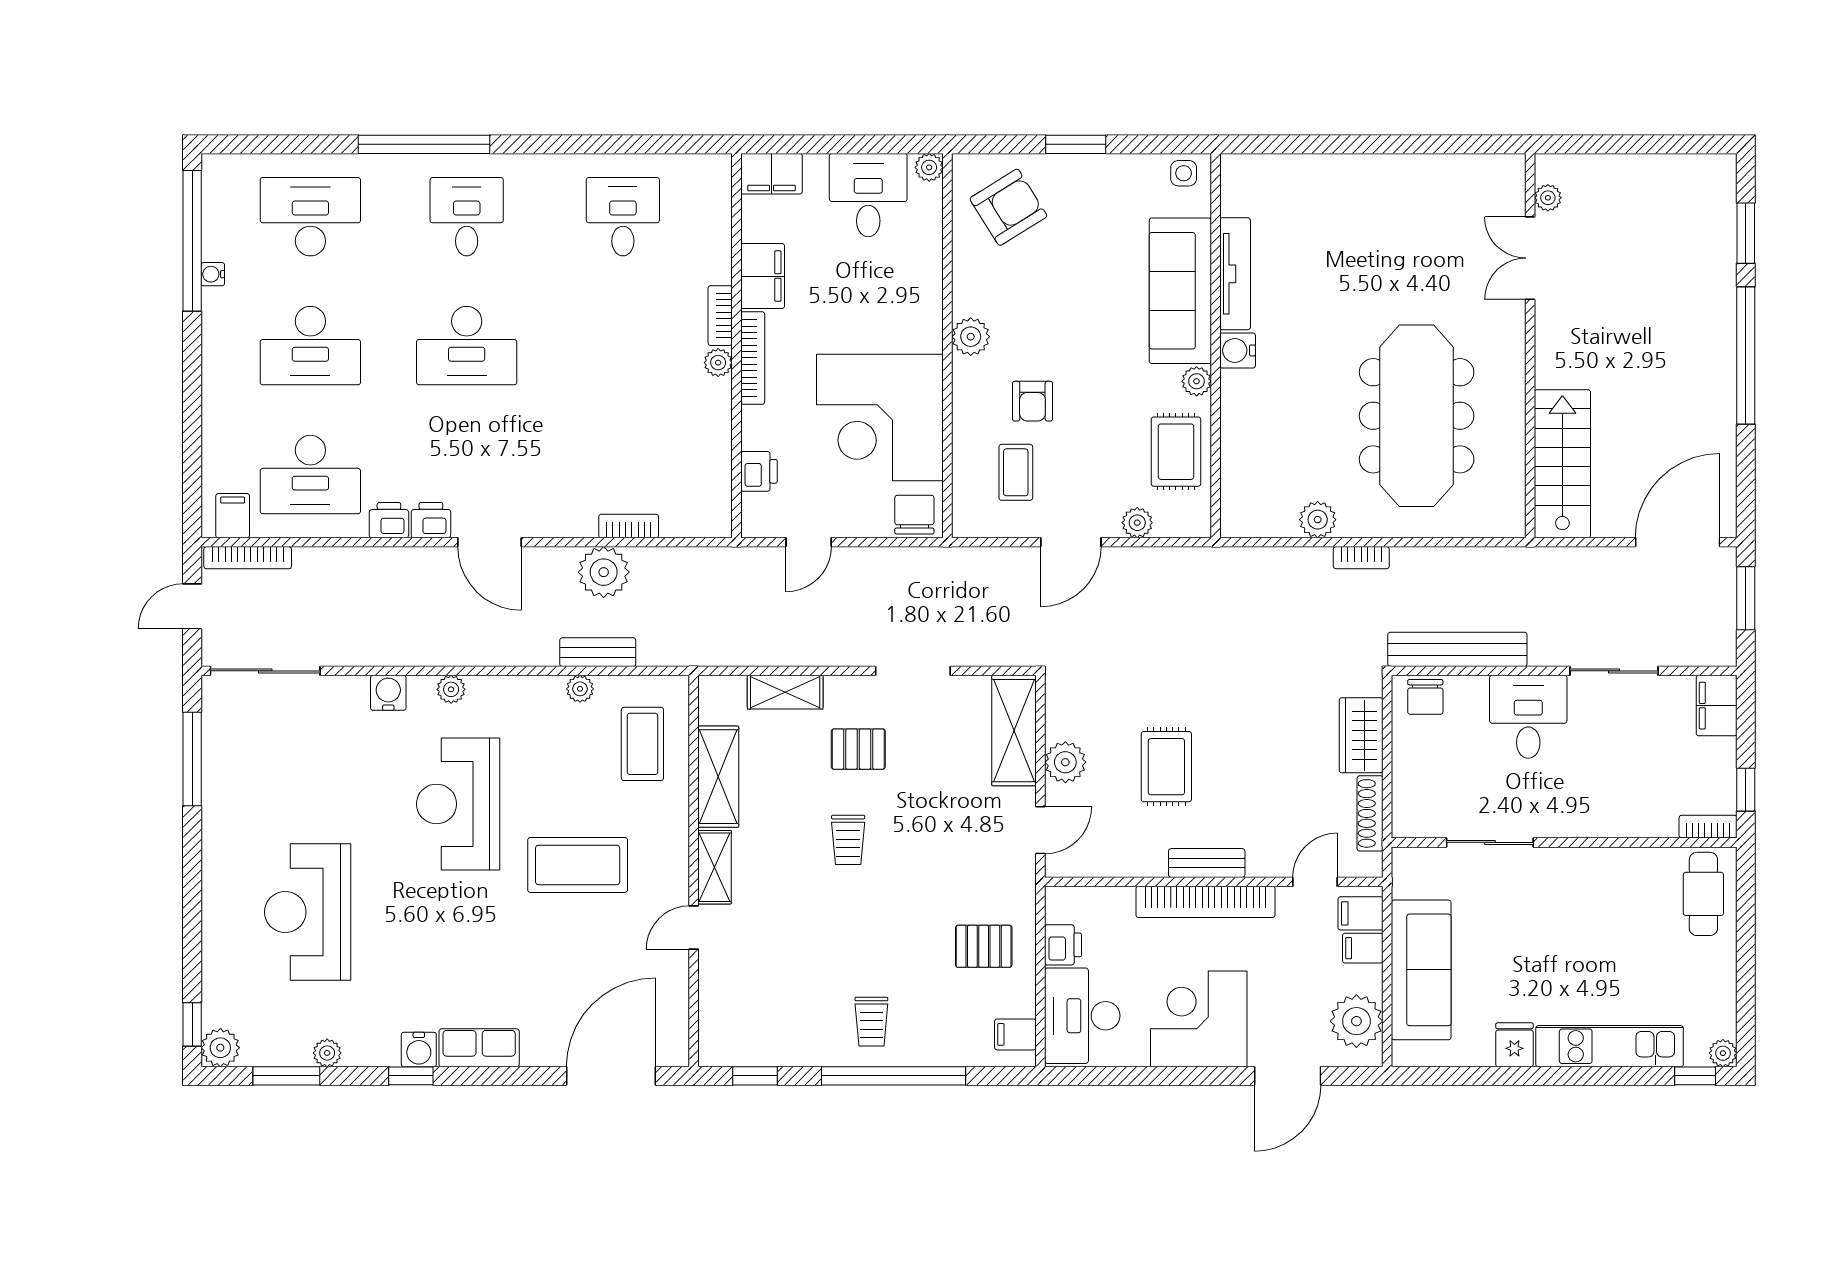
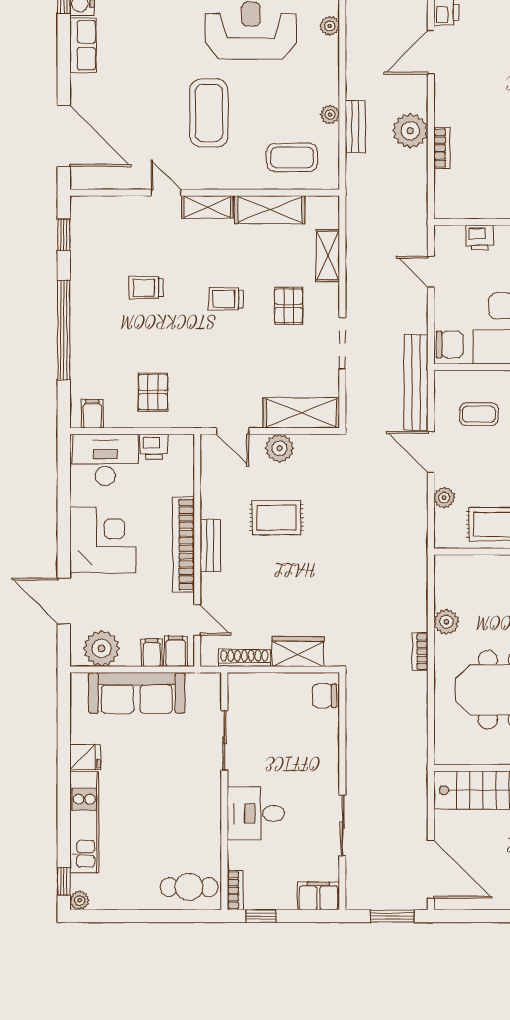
bench: (1457, 649) -> (416, 382), moved
desk: (1528, 717) -> (256, 813), moved, turned 180
trolley: (871, 1022) -> (146, 288), moved

